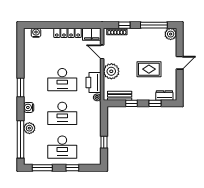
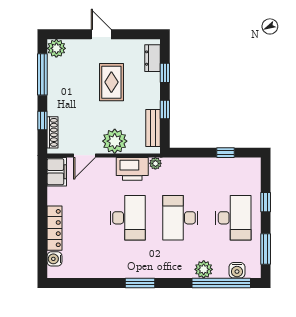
locker: (67, 33) -> (55, 228), moved
water cooler: (29, 107) -> (237, 270), moved
desk: (62, 113) -> (180, 218), turned 180

